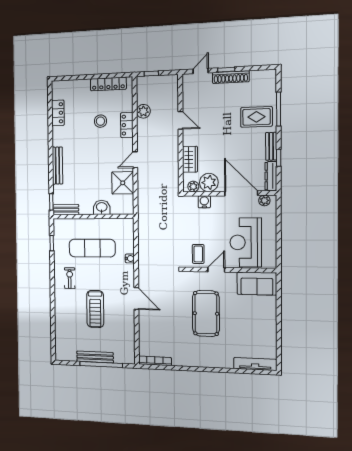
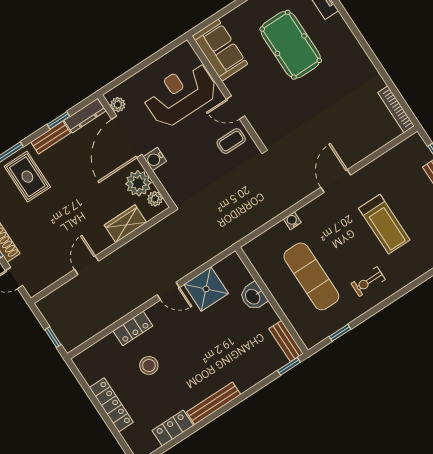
locker: (108, 84) -> (111, 405), moved
plant: (143, 111) -> (104, 318), removed
bench: (57, 166) -> (214, 403), moved
water cooler: (204, 202) -> (155, 159), moved
reception desk: (246, 242) -> (180, 94), turned 180
treadmill: (95, 309) -> (384, 224), turned 90
pool table: (206, 313) -> (291, 45), moved, turned 90

